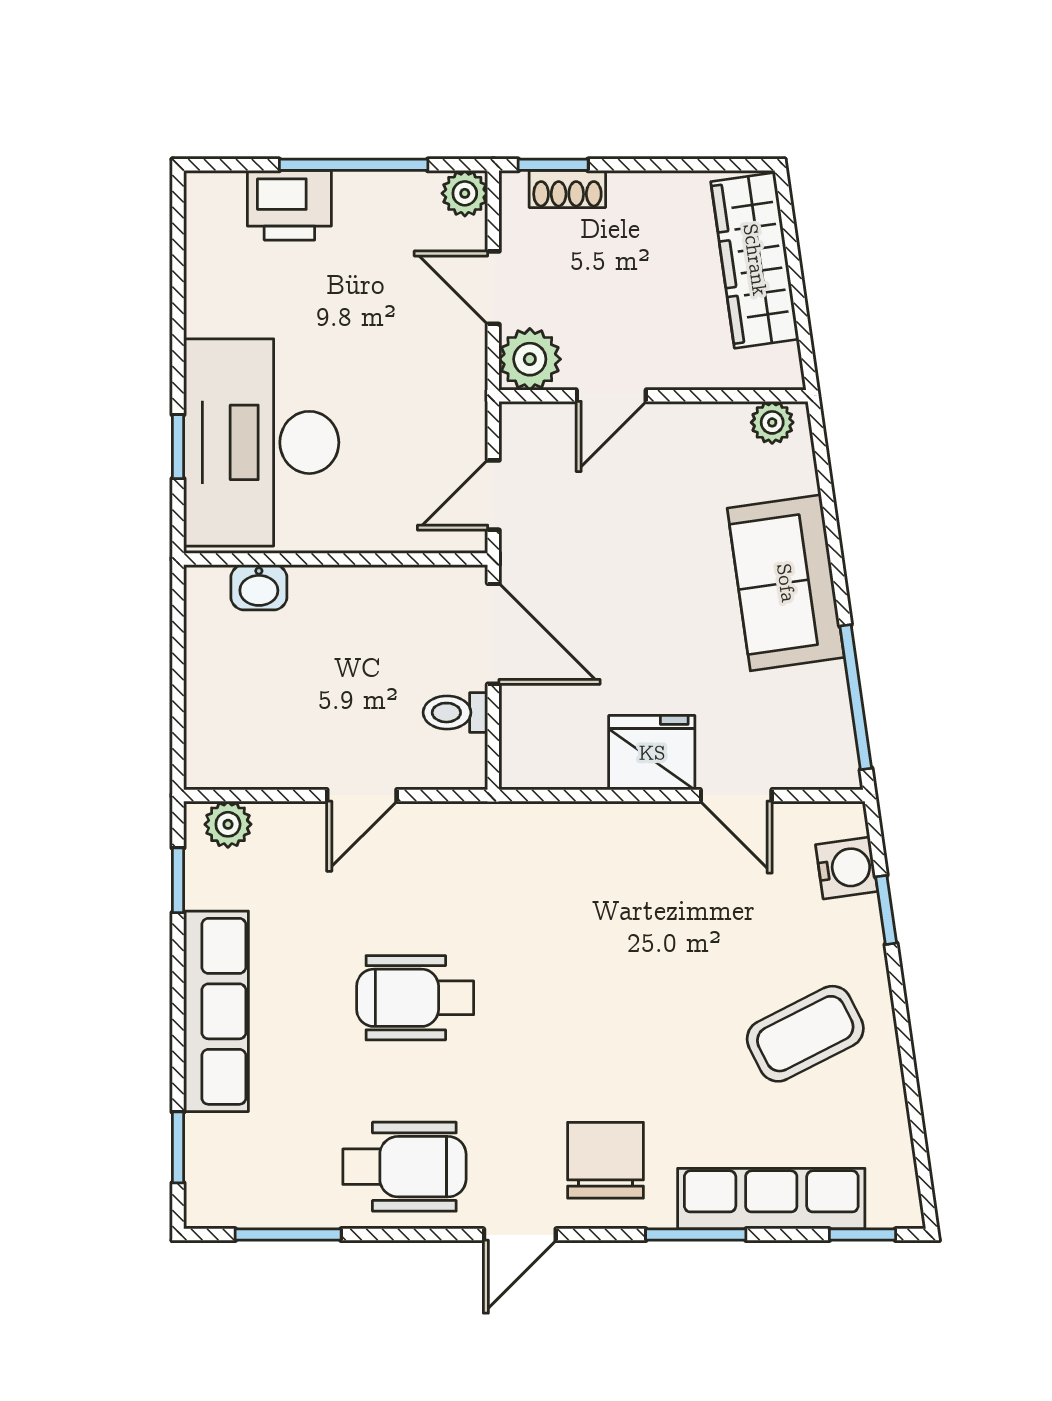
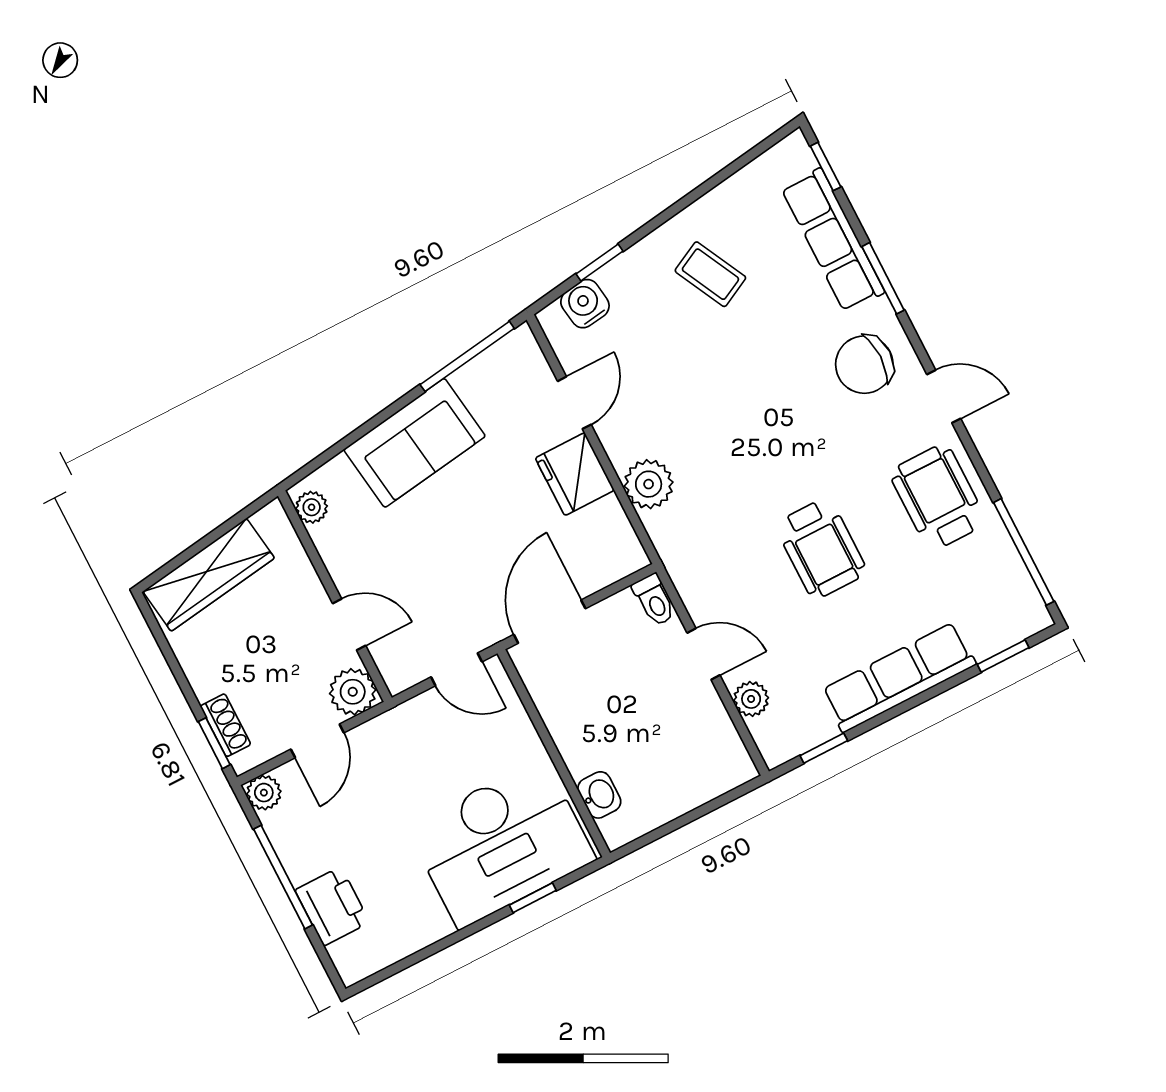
toilet: (455, 713) -> (654, 600), moved
plant: (228, 824) -> (751, 699), moved
plant: (595, 834) -> (649, 484), added
coffee table: (805, 1034) -> (710, 274), width x0.73, depth x0.77
window: (288, 1235) -> (1024, 552), width x1.44

